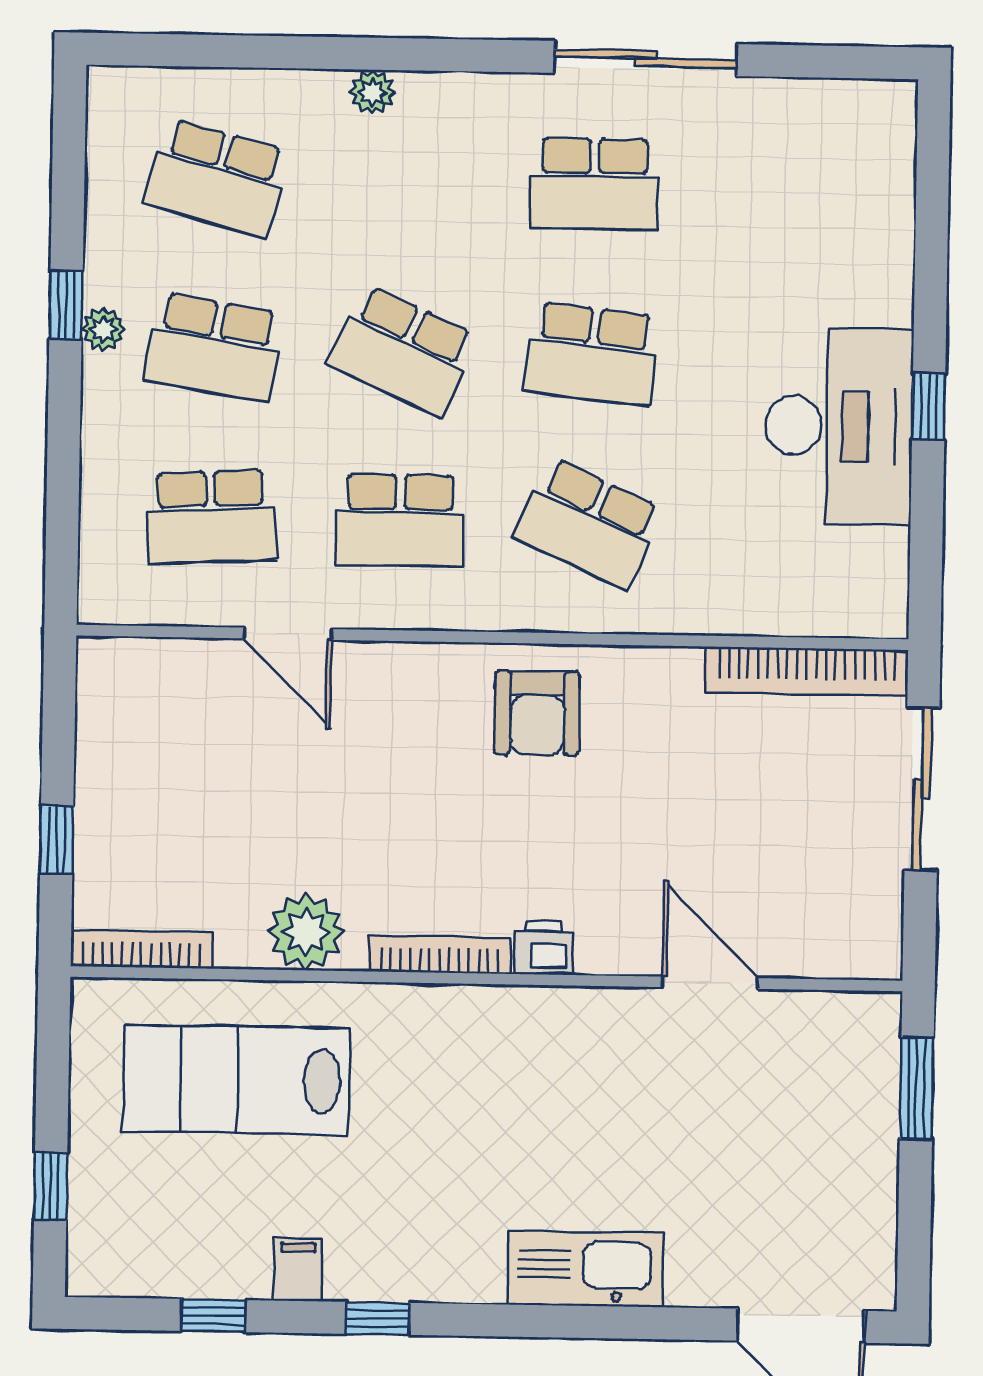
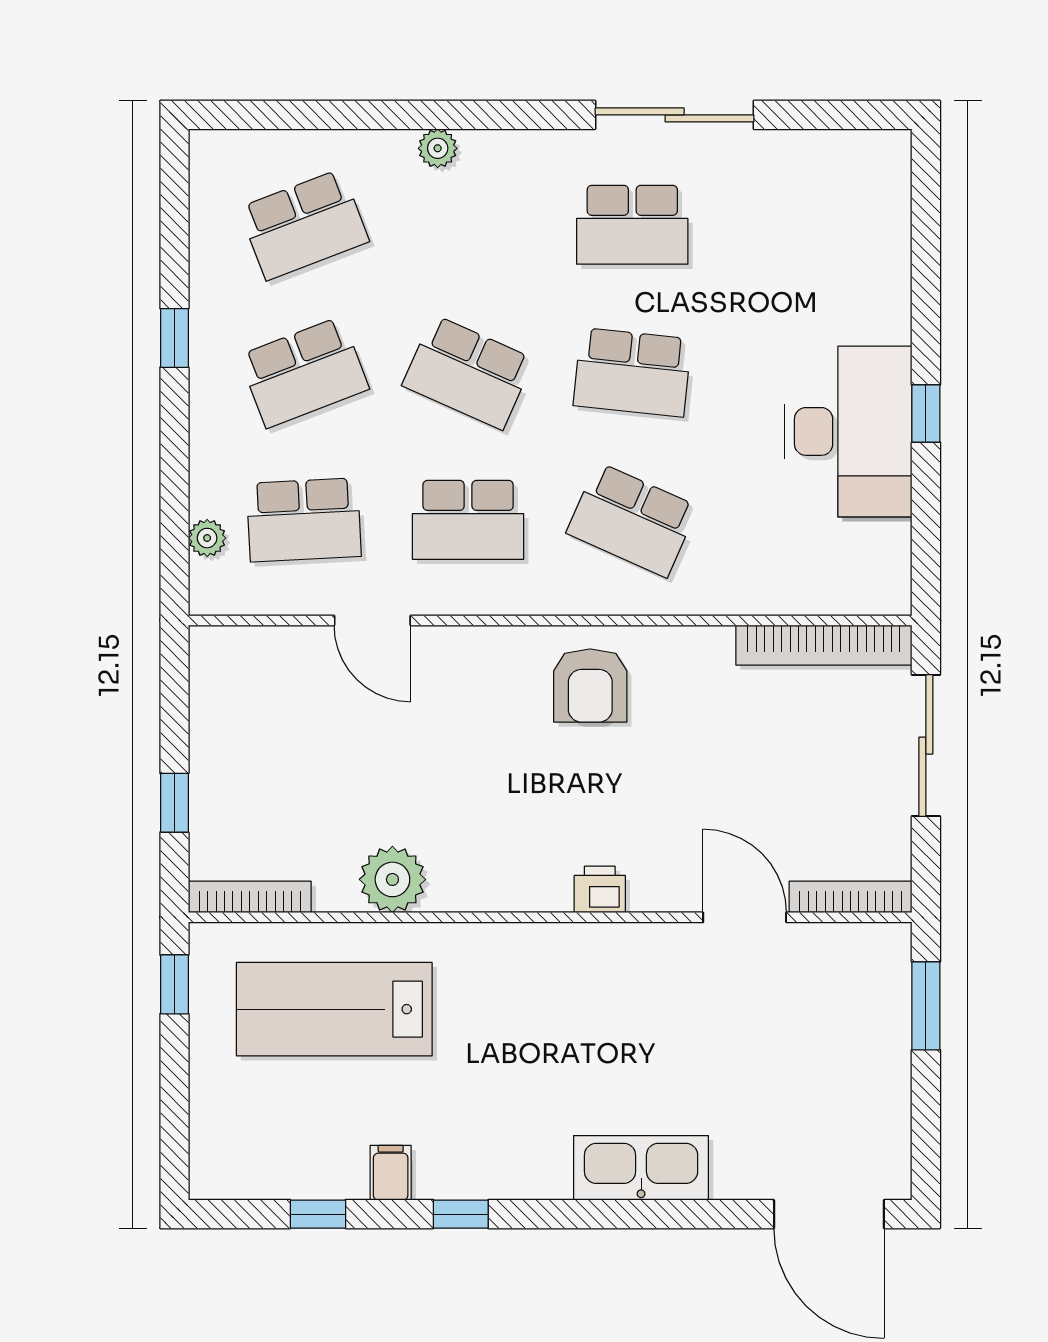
school desk: (217, 177) -> (304, 225), turned -36
plant: (103, 329) -> (207, 538), moved
school desk: (214, 347) -> (304, 372), turned -30
bookcase: (440, 955) -> (851, 897), moved
window: (51, 1186) -> (174, 984), moved

